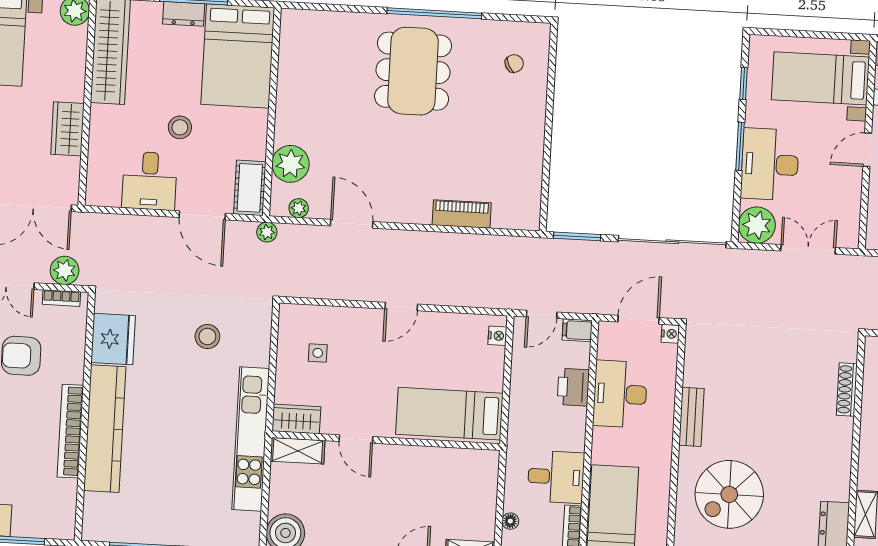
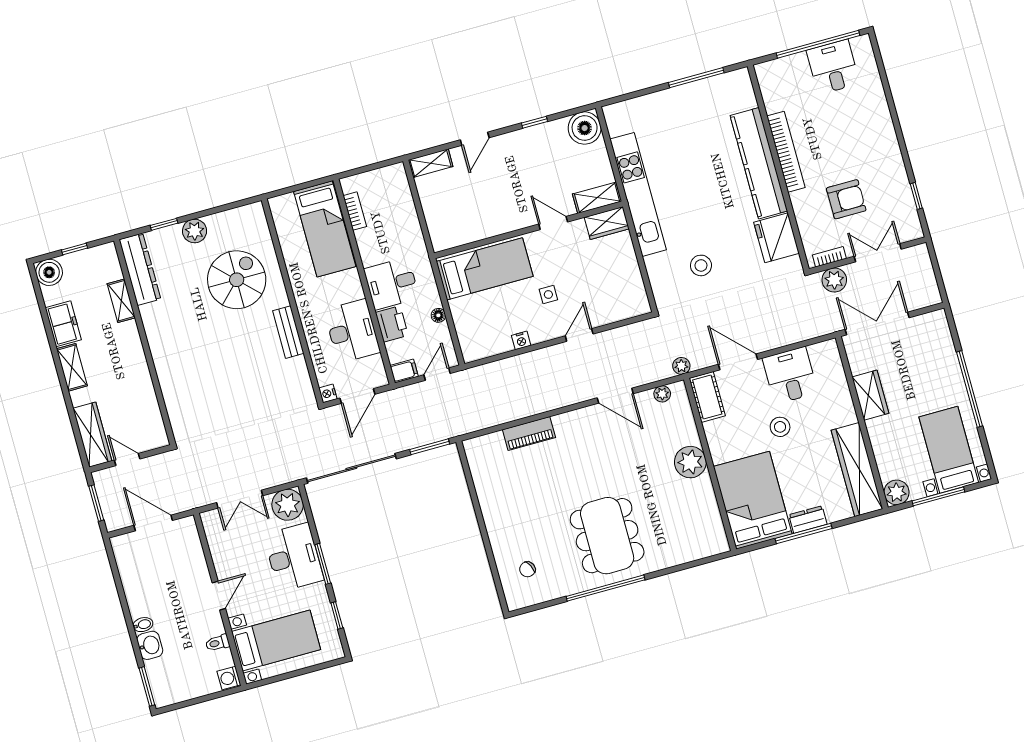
plant: (291, 164) -> (690, 462), moved
door: (401, 307) -> (579, 335), moved
nightstand: (497, 336) -> (521, 340), moved, turned -90
side table: (318, 353) -> (548, 295), moved
shoe rack: (847, 389) -> (170, 396), removed
desk: (556, 477) -> (392, 283), moved
floor lamp: (510, 521) -> (438, 315), moved

